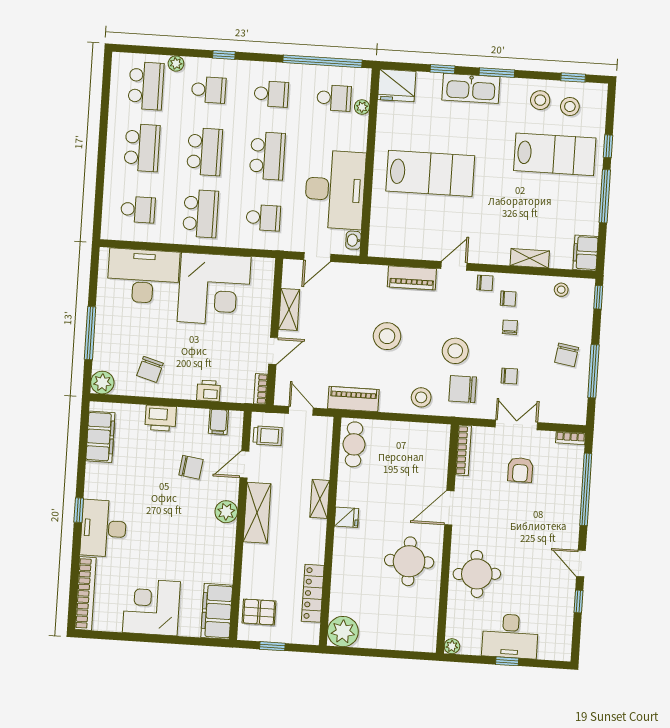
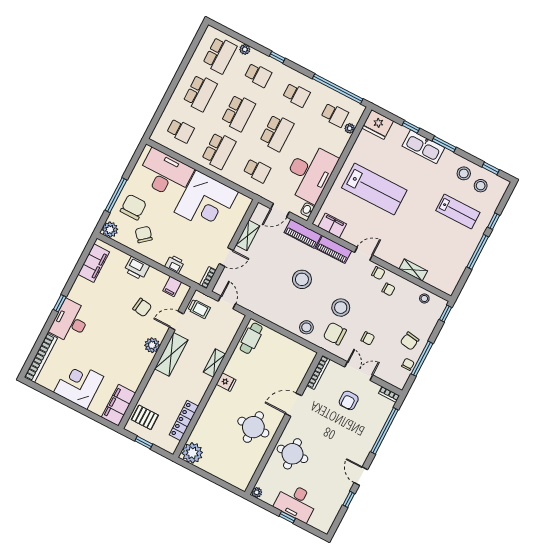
lab bench: (555, 154) -> (458, 212), width x0.73, depth x0.72
filing cabinet: (585, 253) -> (332, 225), moved, turned 90
chair: (510, 327) -> (408, 364), moved
chair: (120, 339) -> (133, 207), added
chair: (150, 369) -> (144, 235), turned 123
piano: (353, 399) -> (303, 234), moved, turned 180

